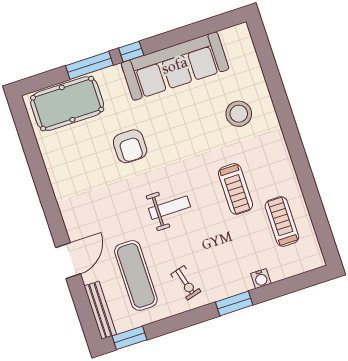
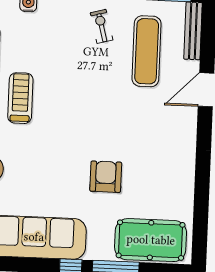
weight bench: (170, 208) -> (90, 104), removed

